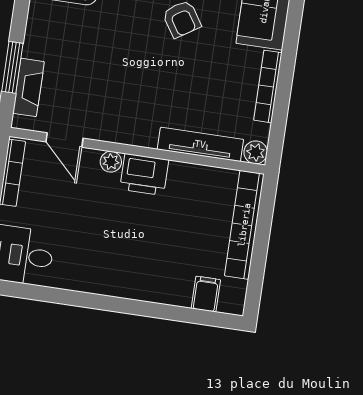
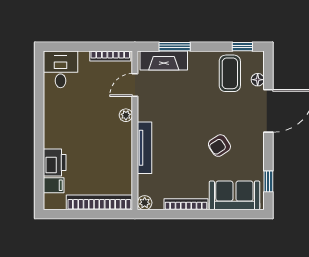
fireplace: (29, 87) -> (164, 61), width x1.37, depth x1.32
tv unit: (200, 144) -> (144, 148), moved
printer: (144, 174) -> (55, 163), moved, turned 180

